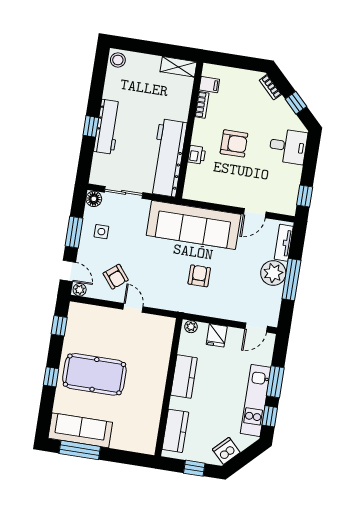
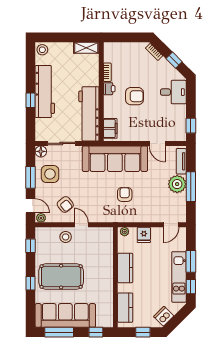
filing cabinet: (209, 85) -> (110, 128), moved, width x2.00
workbench: (107, 127) -> (45, 92), width x1.36, depth x1.32
printer: (197, 155) -> (109, 89), moved
door: (255, 213) -> (157, 143), hinge flipped
side table: (101, 232) -> (50, 174), width x1.87, depth x1.87
stool: (109, 321) -> (66, 237), added
sofa: (80, 430) -> (65, 315), width x1.36, depth x1.27
window: (130, 458) -> (96, 332), added

